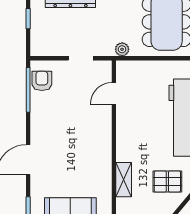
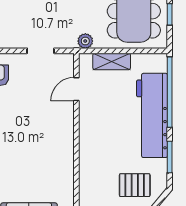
shelving: (124, 180) -> (112, 61), moved, turned 90

